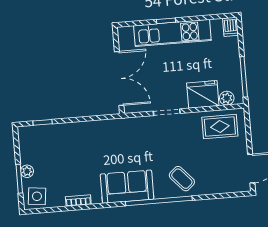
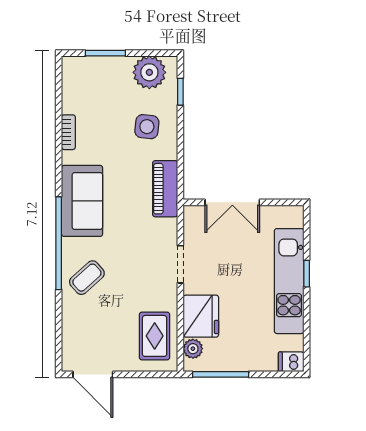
double door: (119, 79) -> (232, 202), width x0.73
piano: (113, 128) -> (165, 189), added
plant: (27, 171) -> (149, 72), moved, width x1.88, depth x1.88
side table: (37, 196) -> (147, 127), moved

